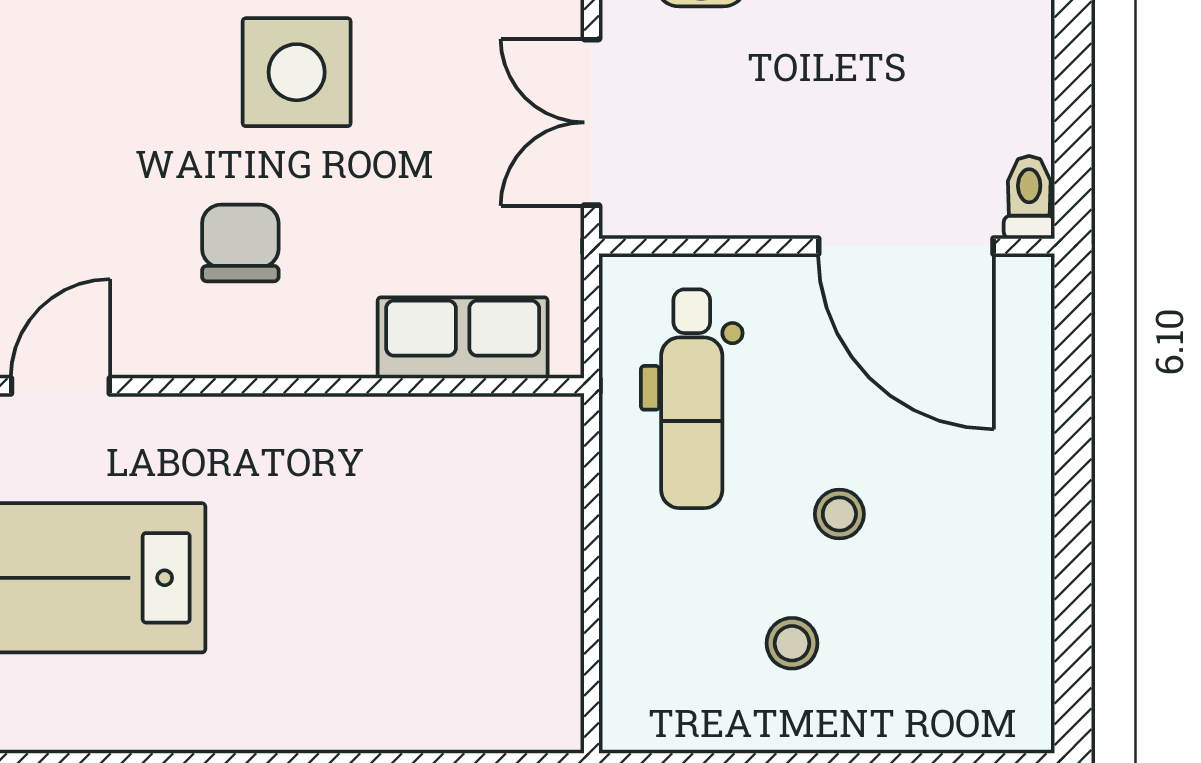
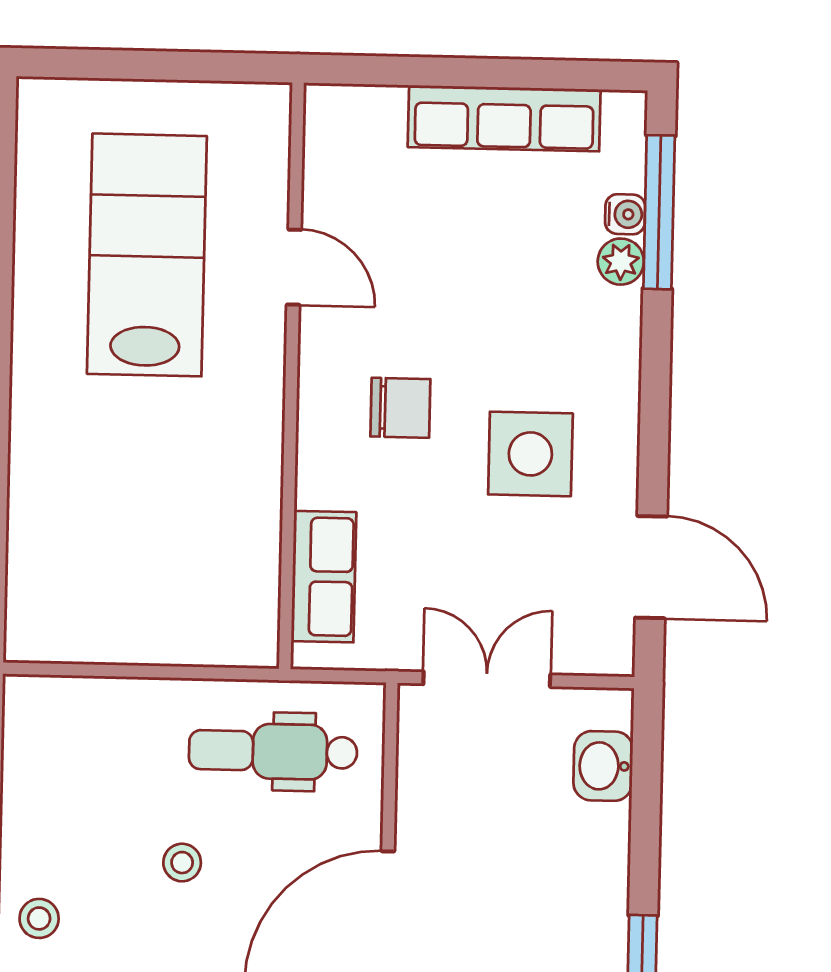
stool: (792, 643) -> (39, 918), moved

